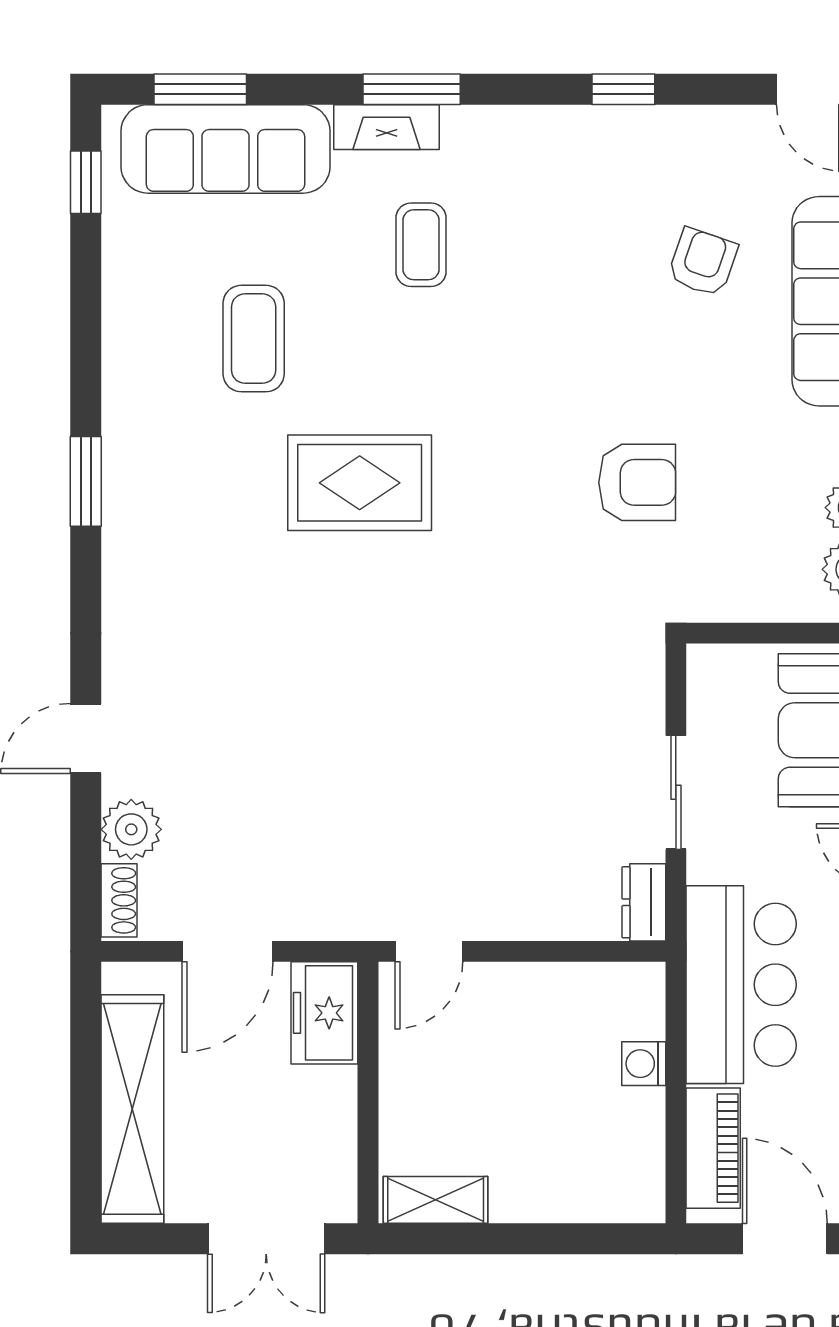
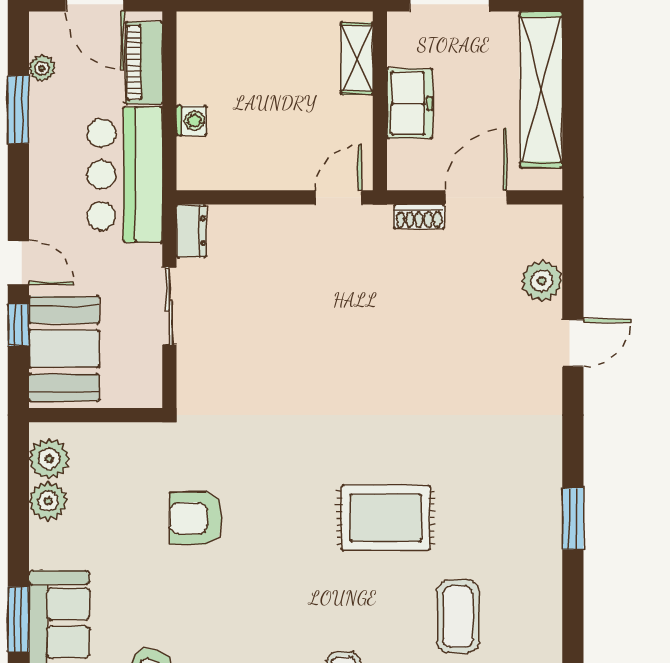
shoe rack: (119, 900) -> (419, 217), moved, turned -90
freezer: (324, 1013) -> (410, 103), moved
shelving: (436, 1200) -> (357, 58), moved, turned 90

